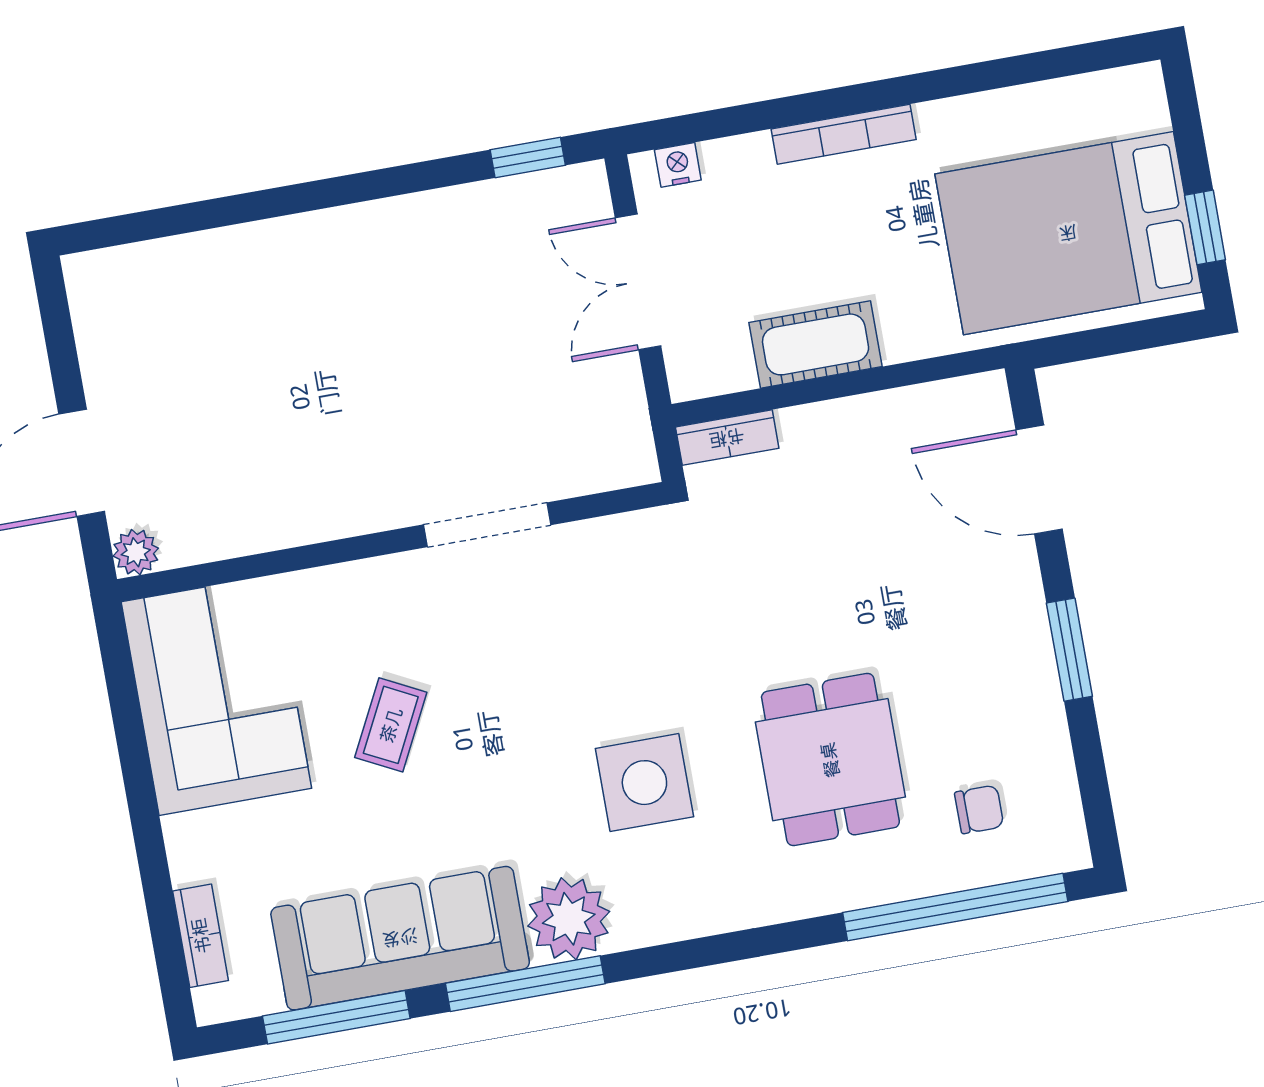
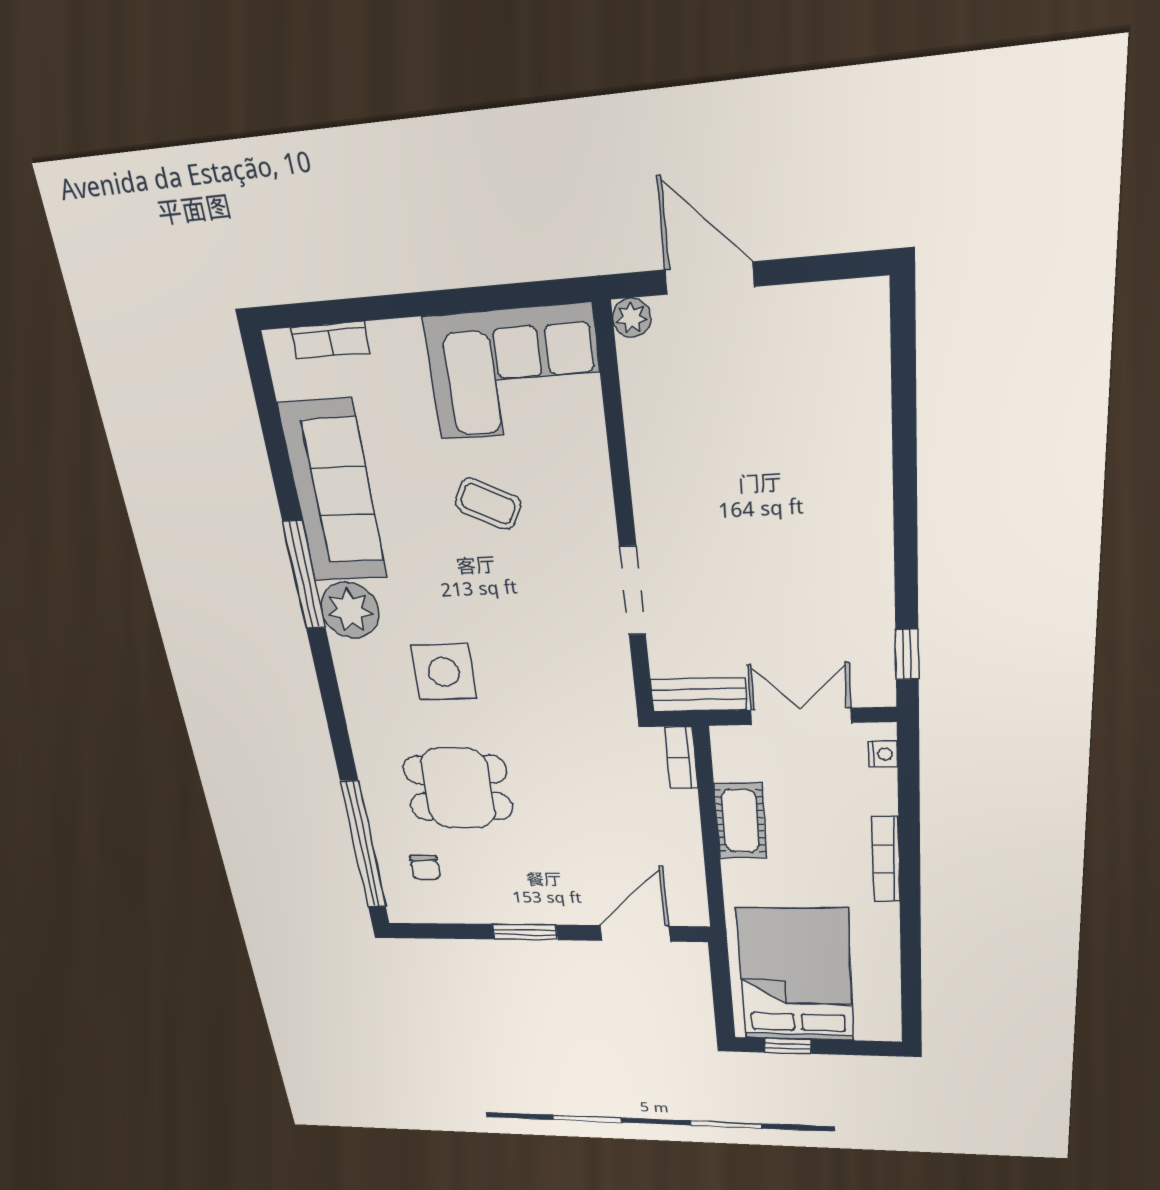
bench: (626, 423) -> (699, 695), added
window: (336, 1017) -> (274, 438), removed

